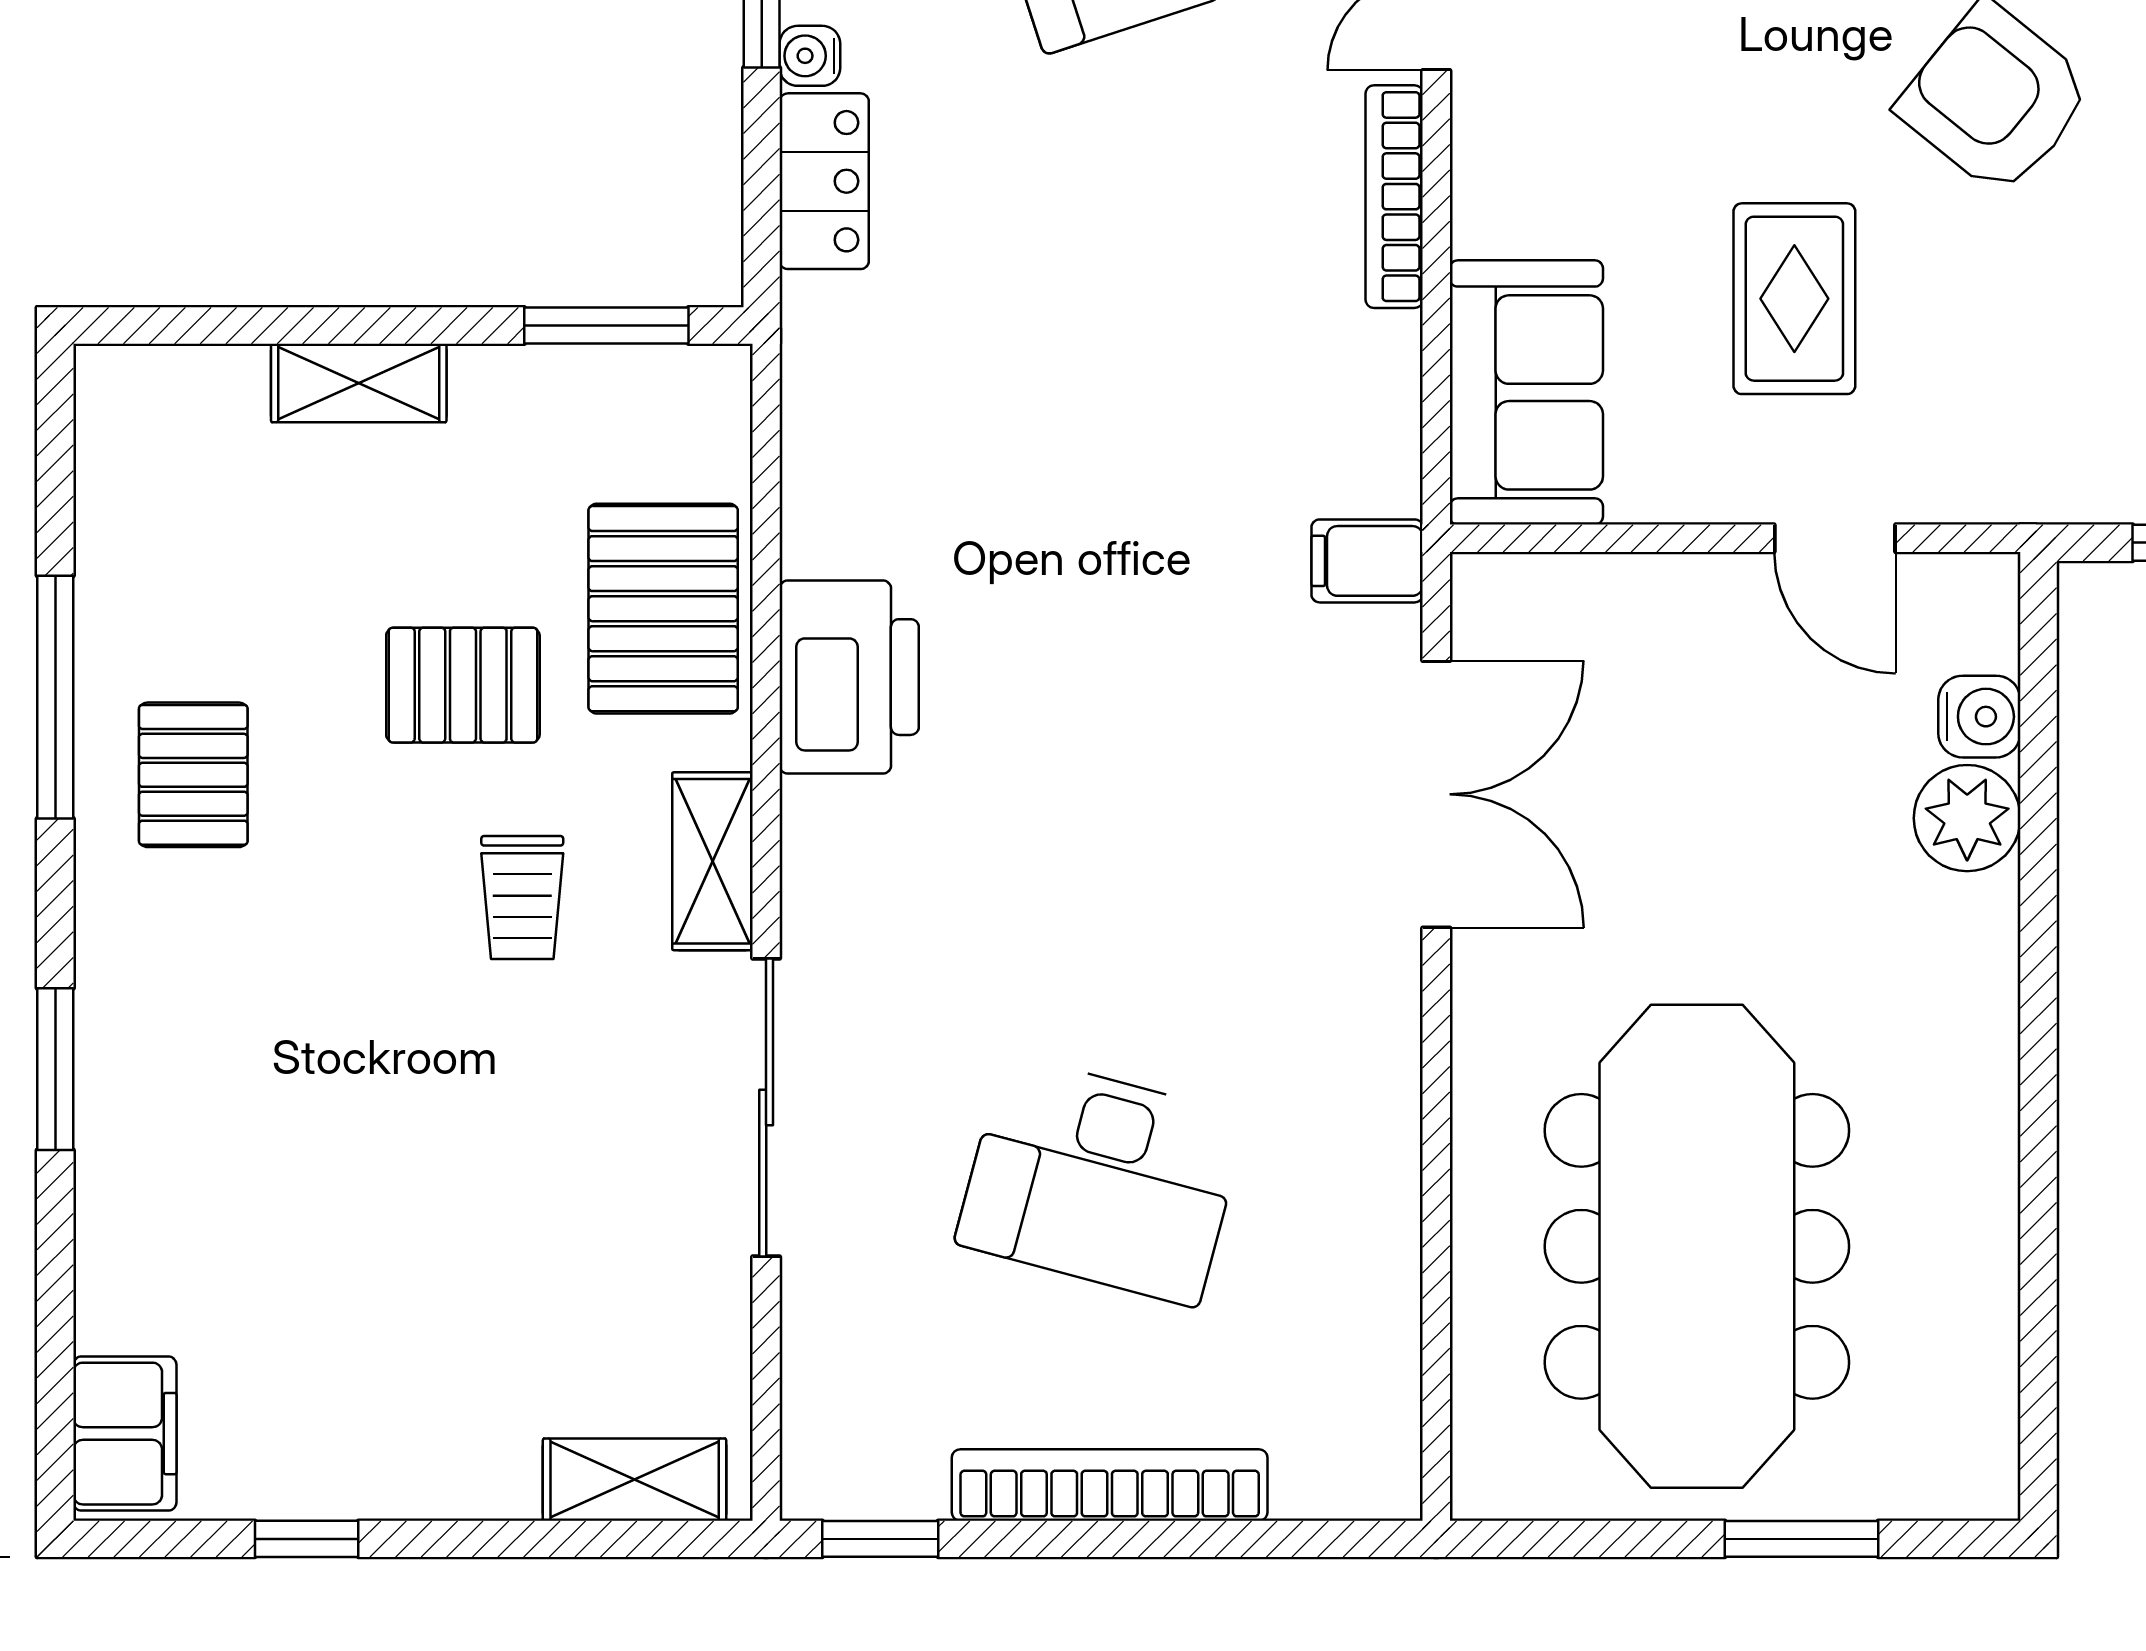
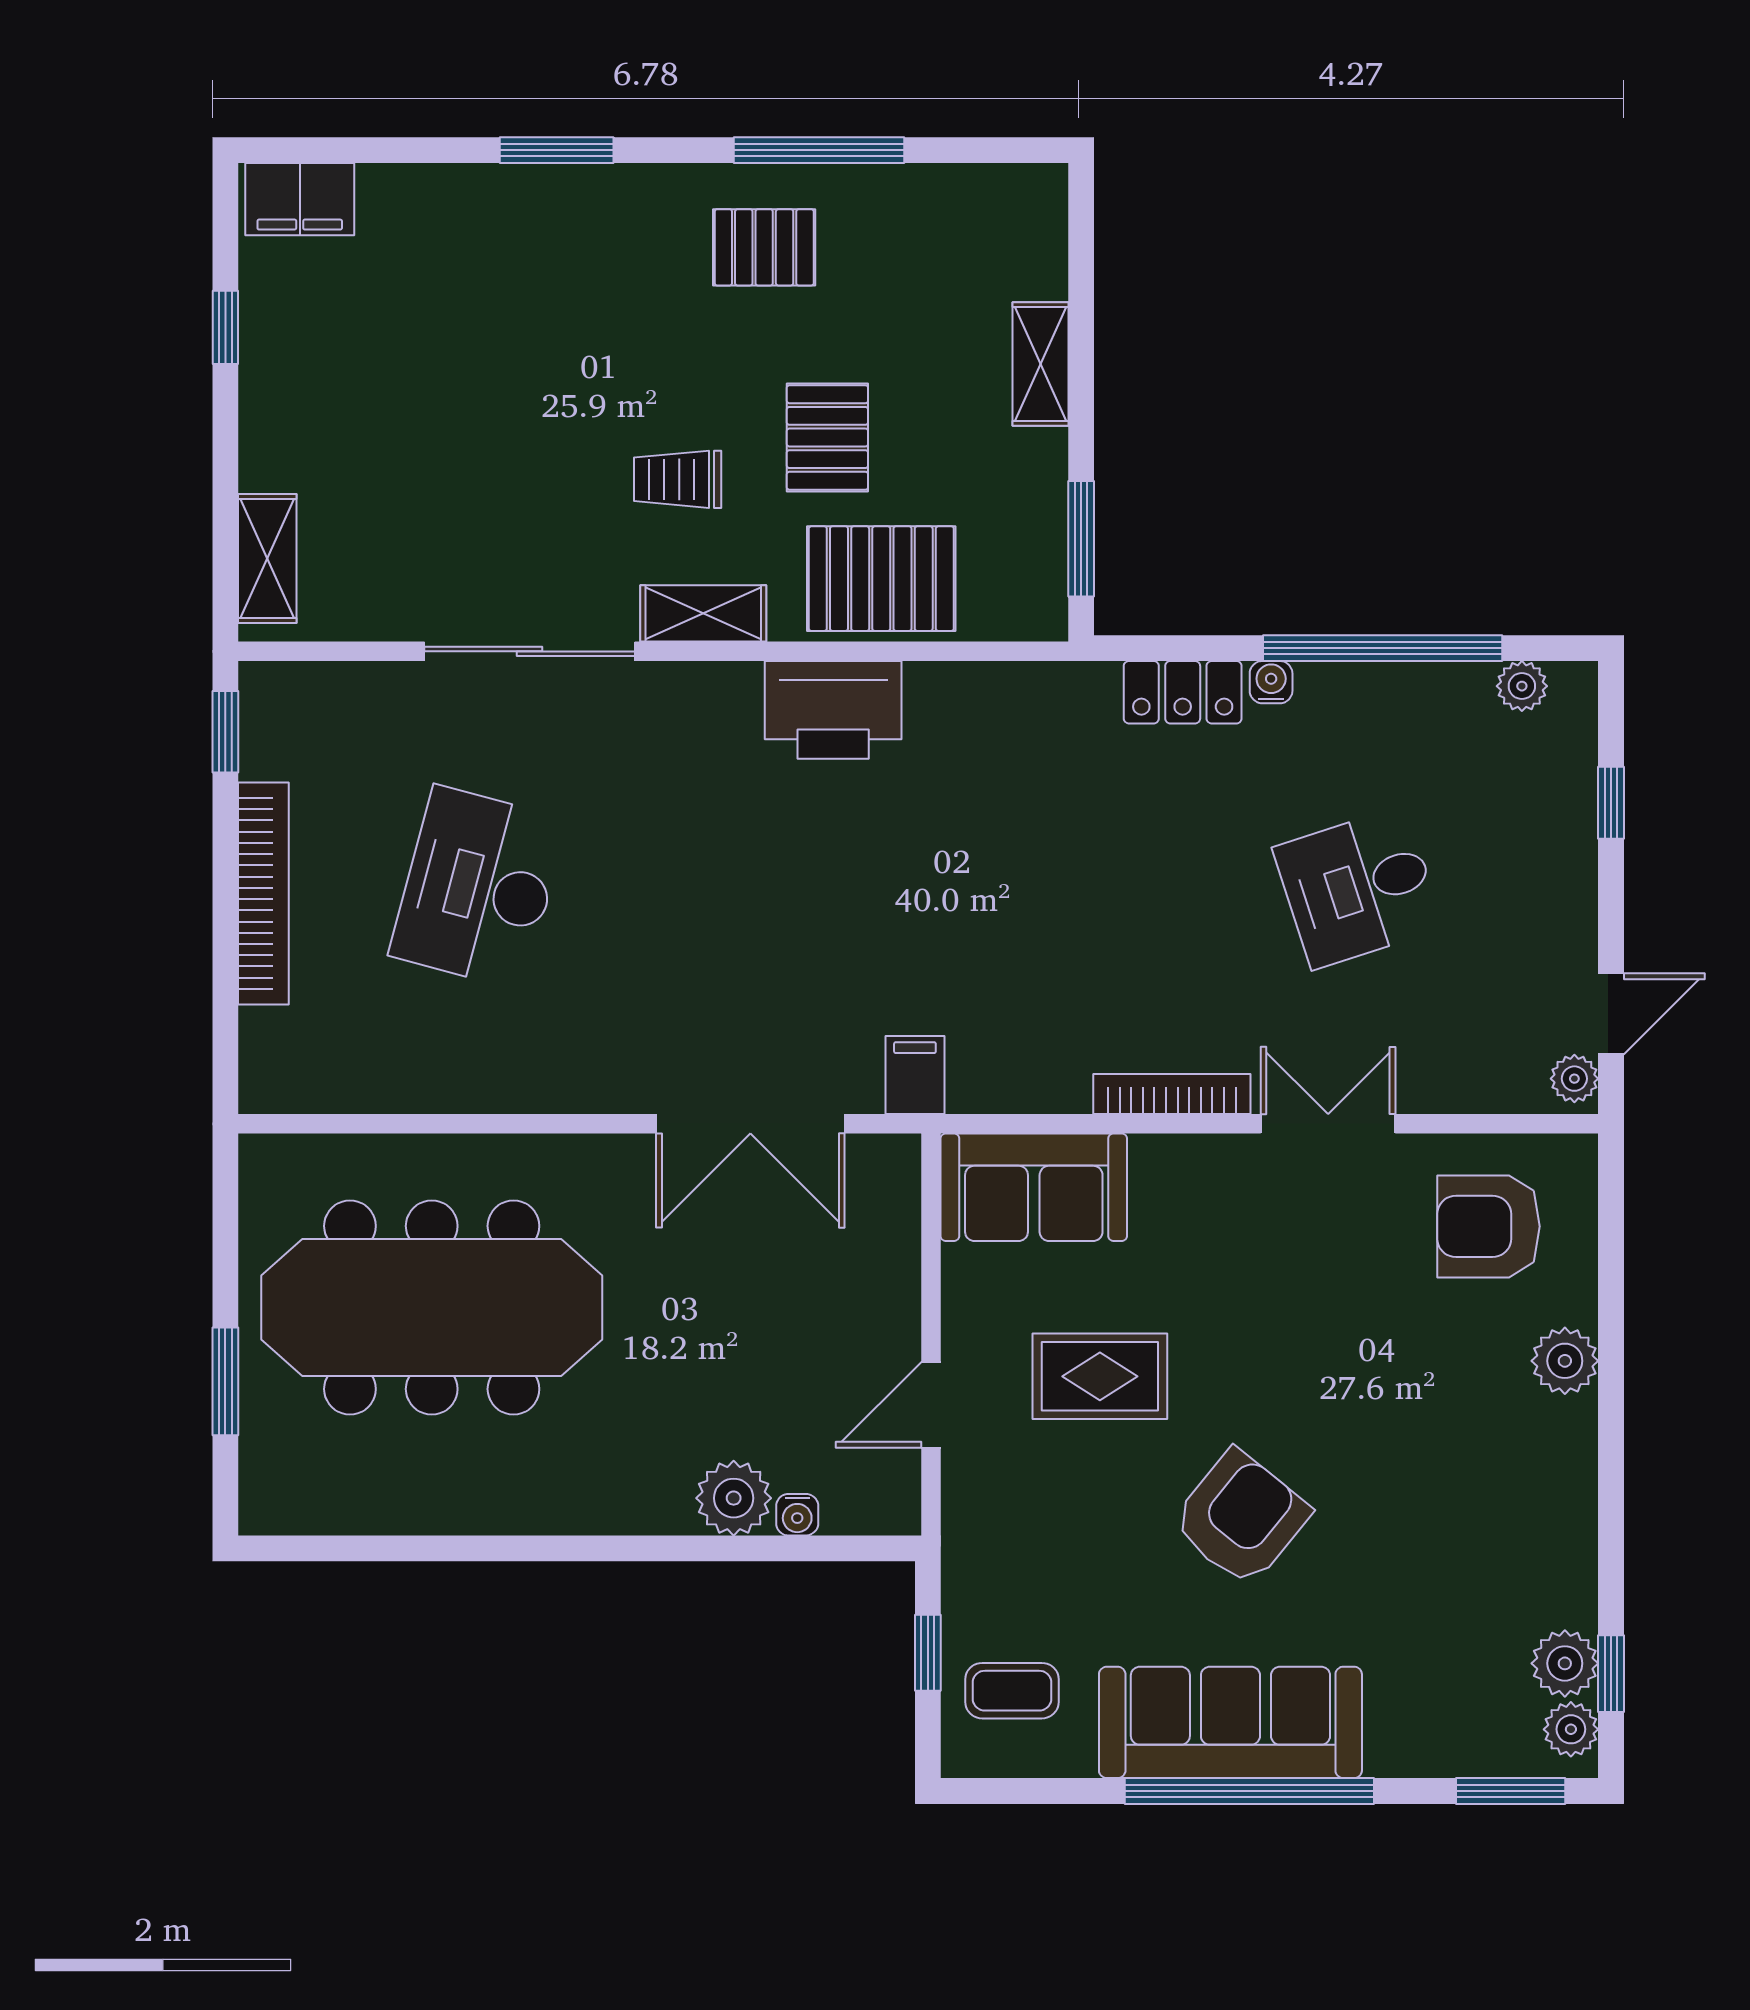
water cooler: (1979, 717) -> (797, 1515), width x0.72, depth x0.72

